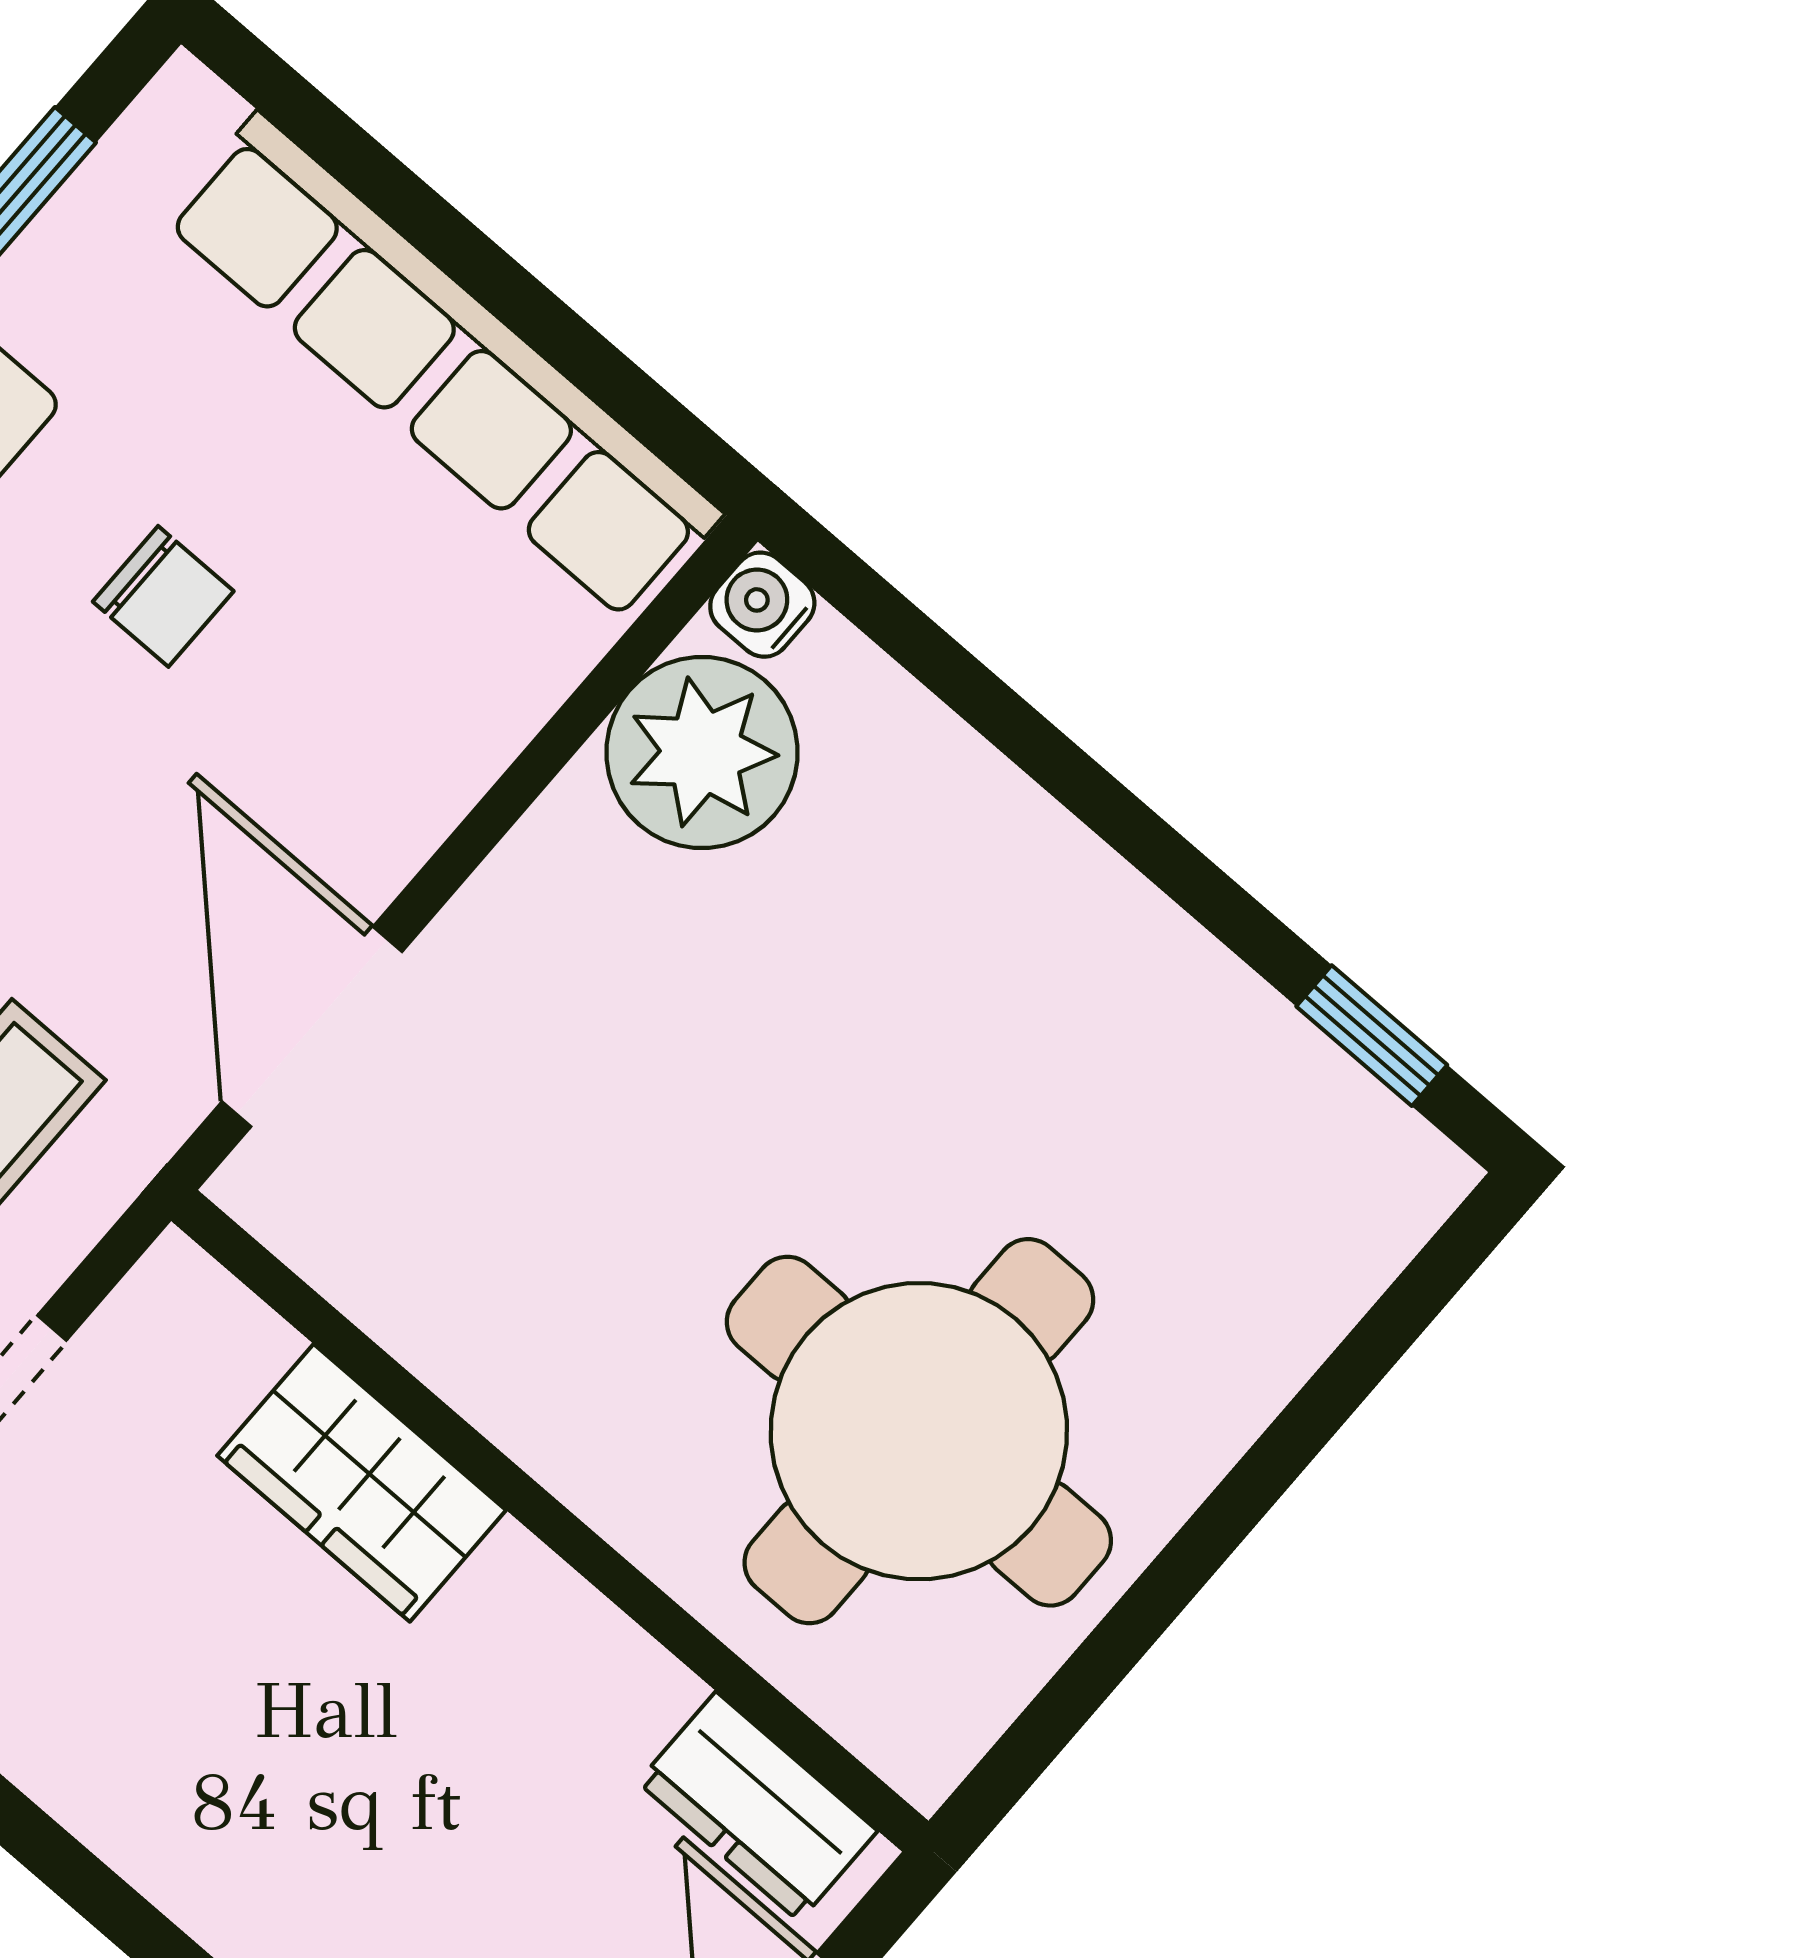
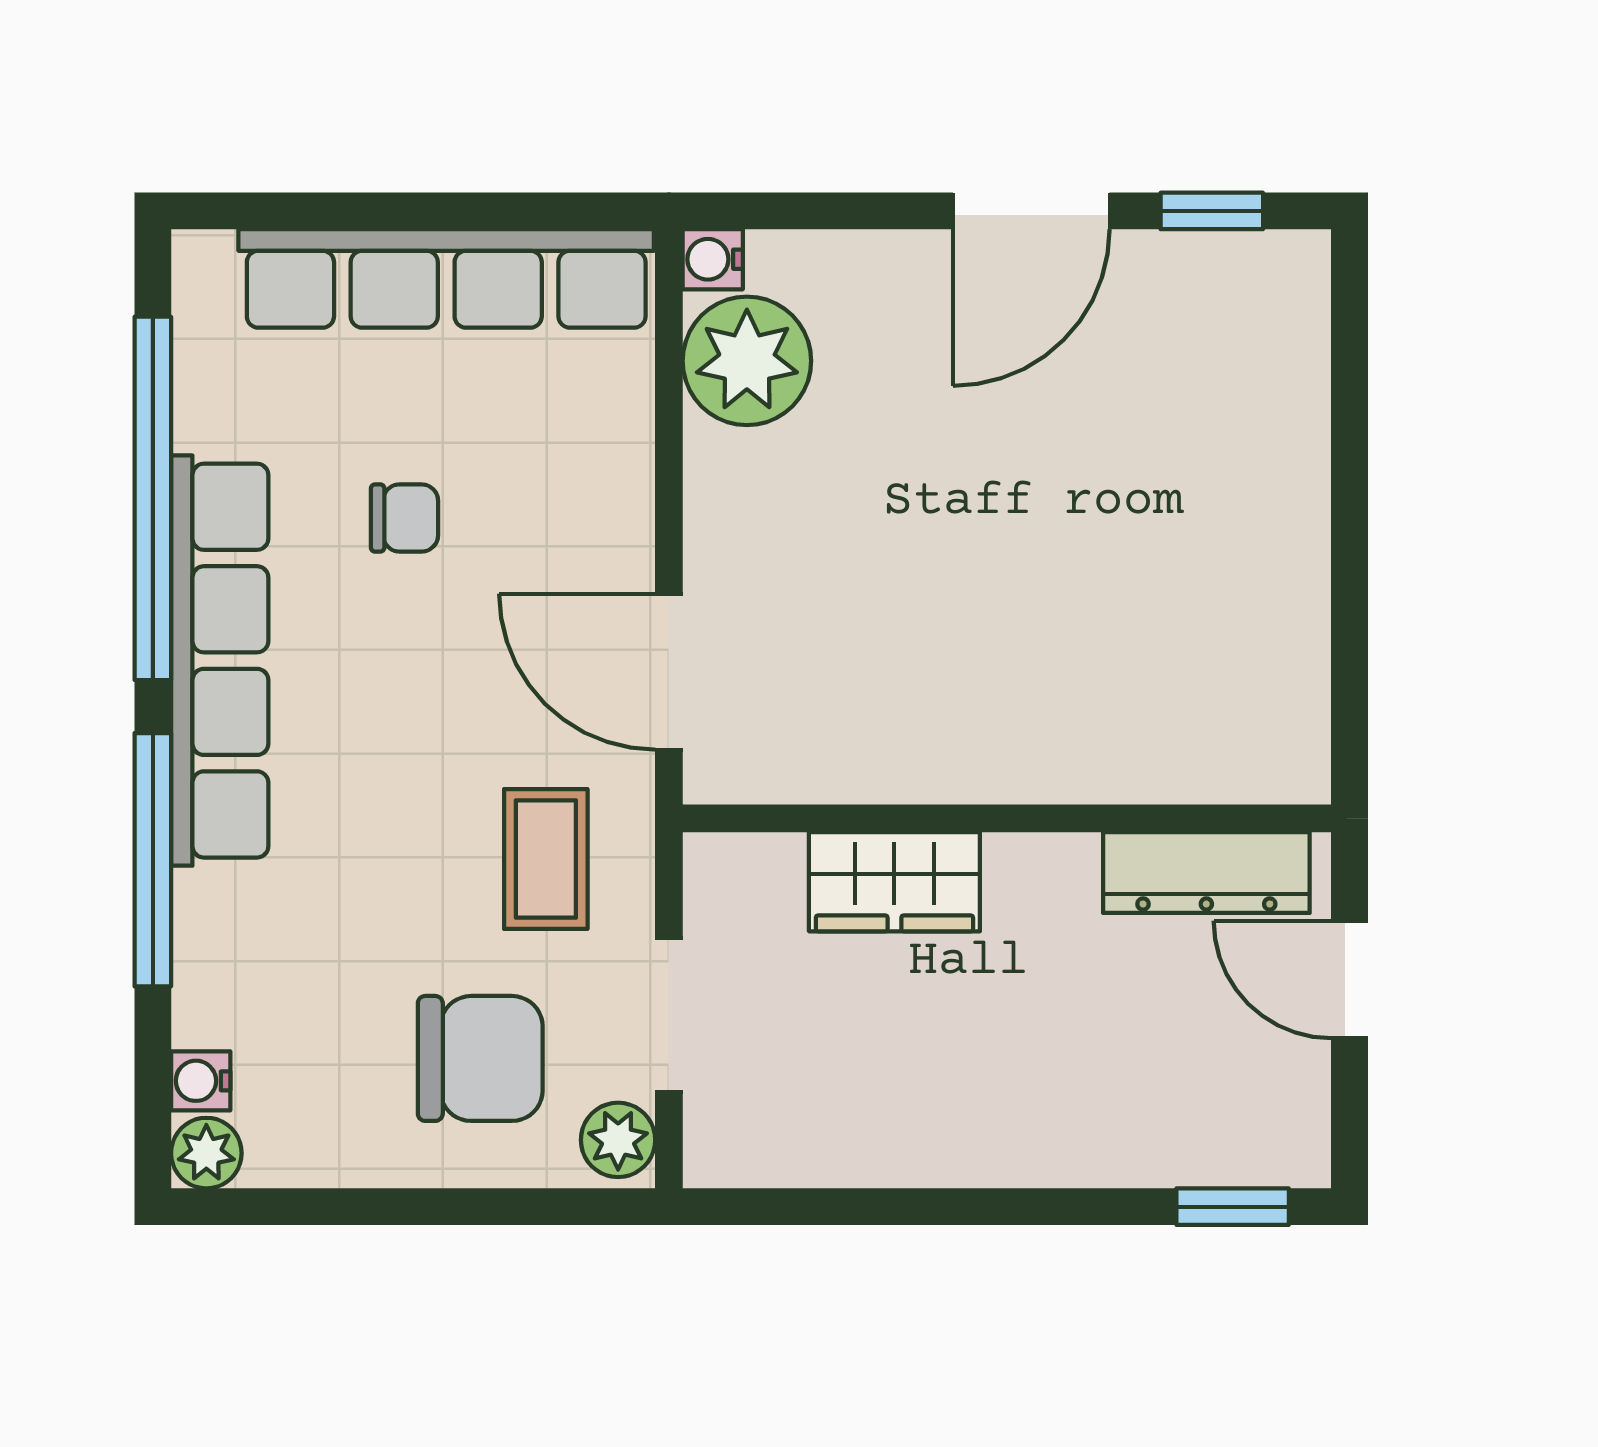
door: (1168, 860) -> (1031, 211), added
round table: (919, 1431) -> (1155, 611), removed
dresser: (758, 1806) -> (1206, 872), width x1.44

